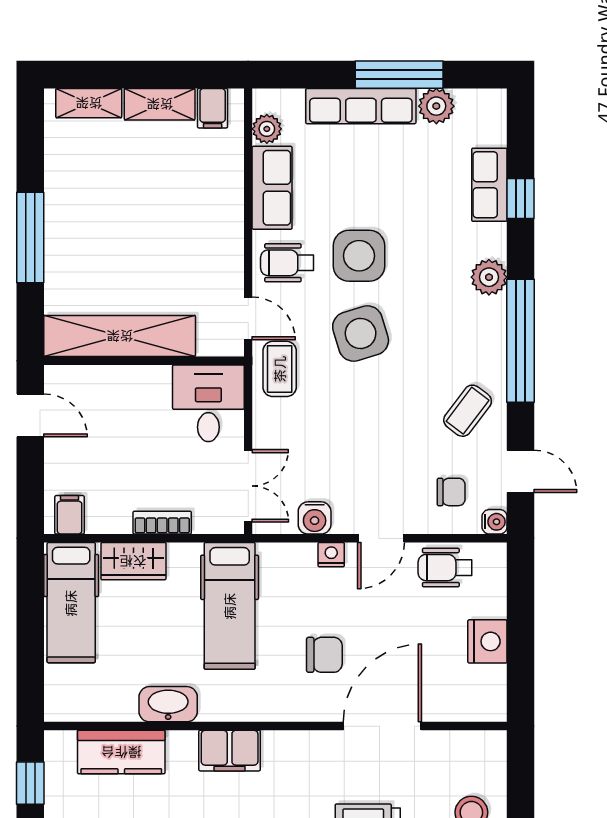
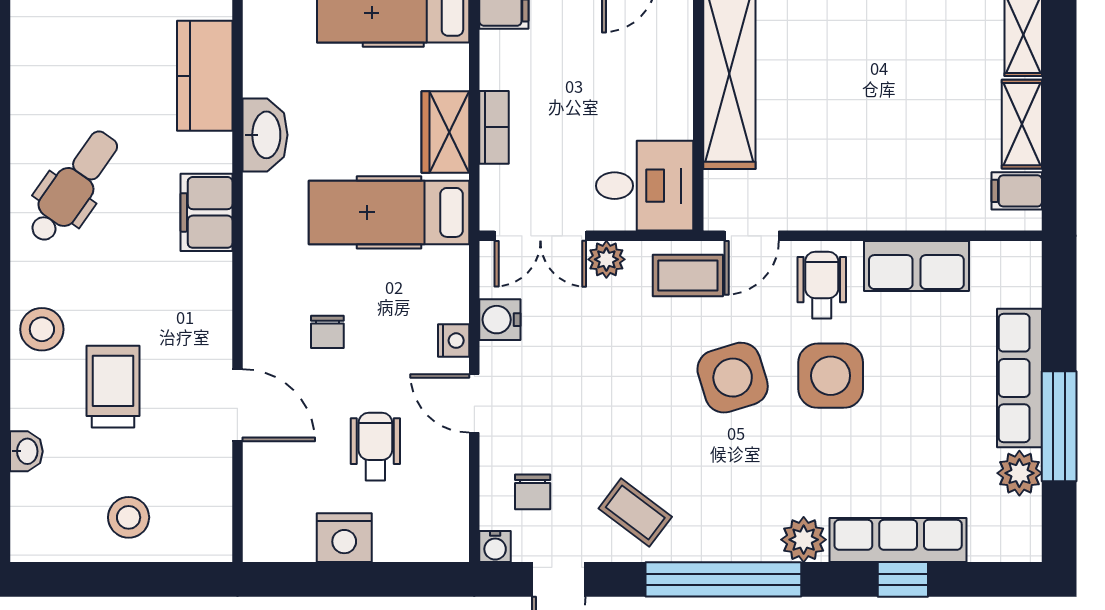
plant: (267, 129) -> (606, 259), moved
row of seats: (489, 185) -> (898, 540), width x1.48
wardrobe: (133, 561) -> (445, 132), moved
wheelchair: (445, 568) -> (375, 447), moved
chair: (324, 655) -> (327, 332), width x0.73, depth x0.73
door: (382, 726) -> (237, 405), width x0.73

